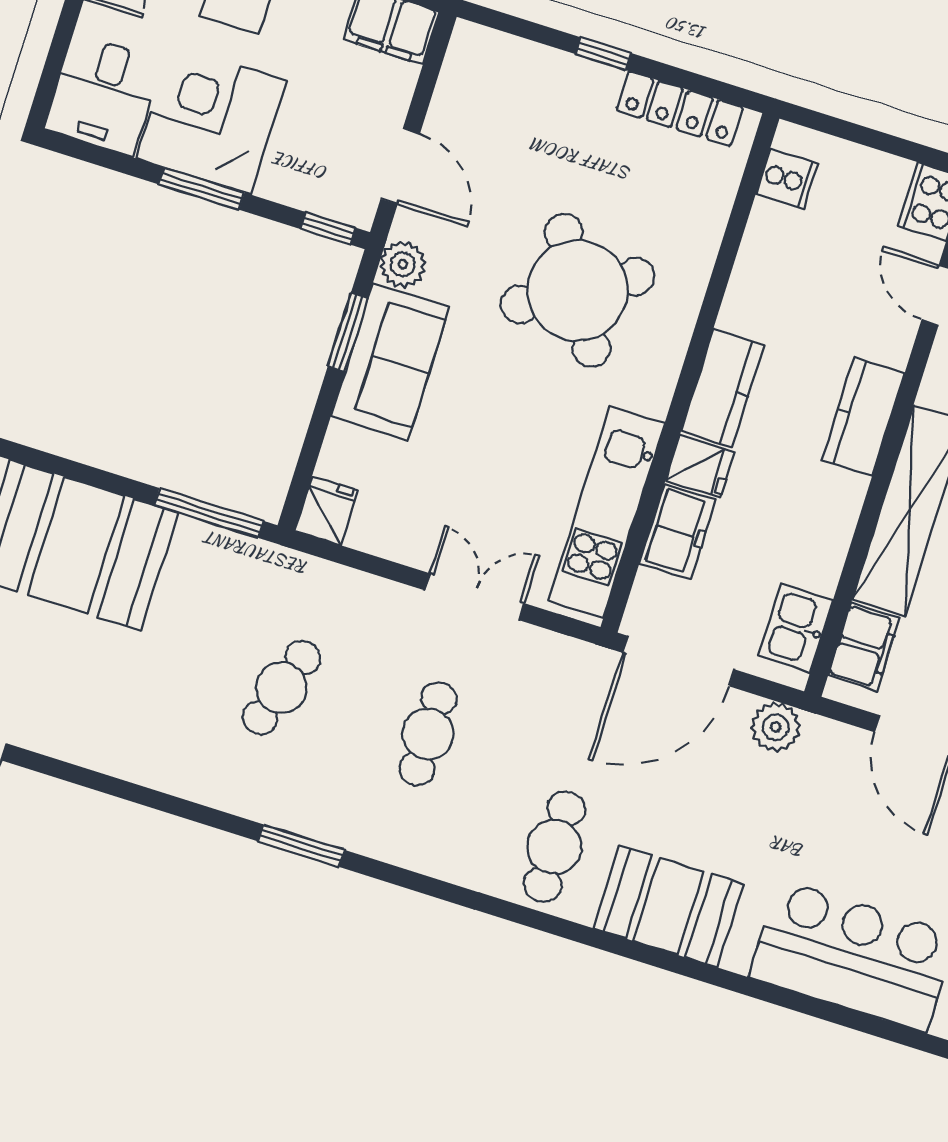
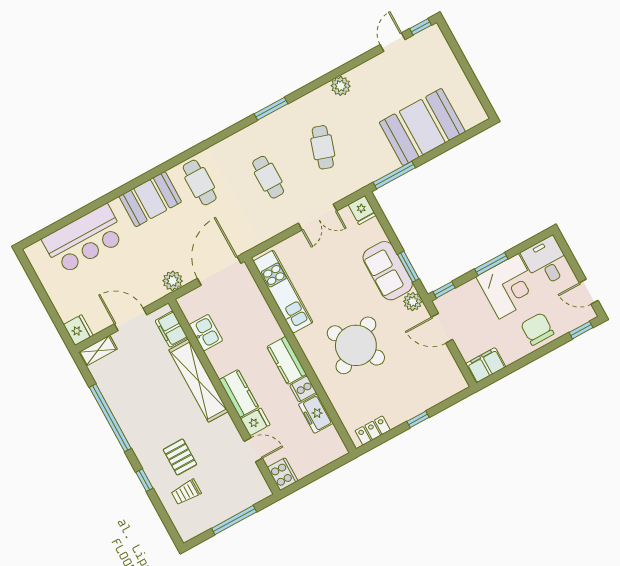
locker: (680, 109) -> (373, 430), width x0.66
cooker: (787, 179) -> (303, 389), moved
fridge: (700, 466) -> (255, 422), moved, turned 180
freezer: (678, 532) -> (316, 414), moved
double door: (475, 597) -> (318, 217), moved
kitchen sink: (796, 628) -> (206, 333), moved
plant: (142, 761) -> (341, 86), added

